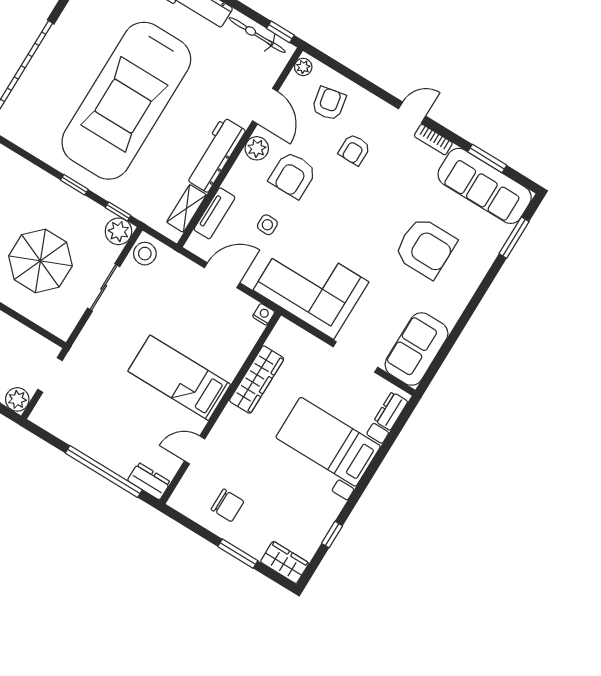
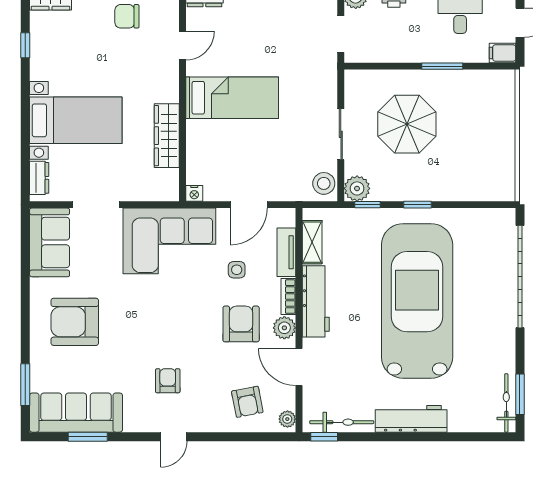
bookcase: (433, 140) -> (288, 297), moved, turned -90
armchair: (354, 150) -> (168, 381), moved
armchair: (425, 248) -> (75, 322), moved

